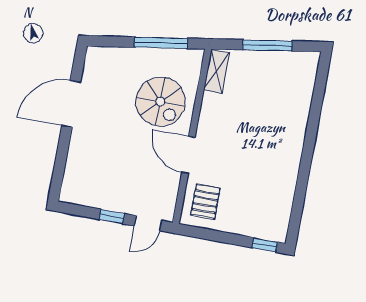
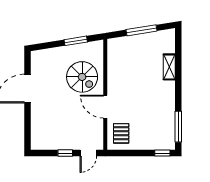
window: (161, 43) -> (76, 41), width x0.69
shelving: (216, 71) -> (169, 67), moved
window: (297, 208) -> (178, 127), added

